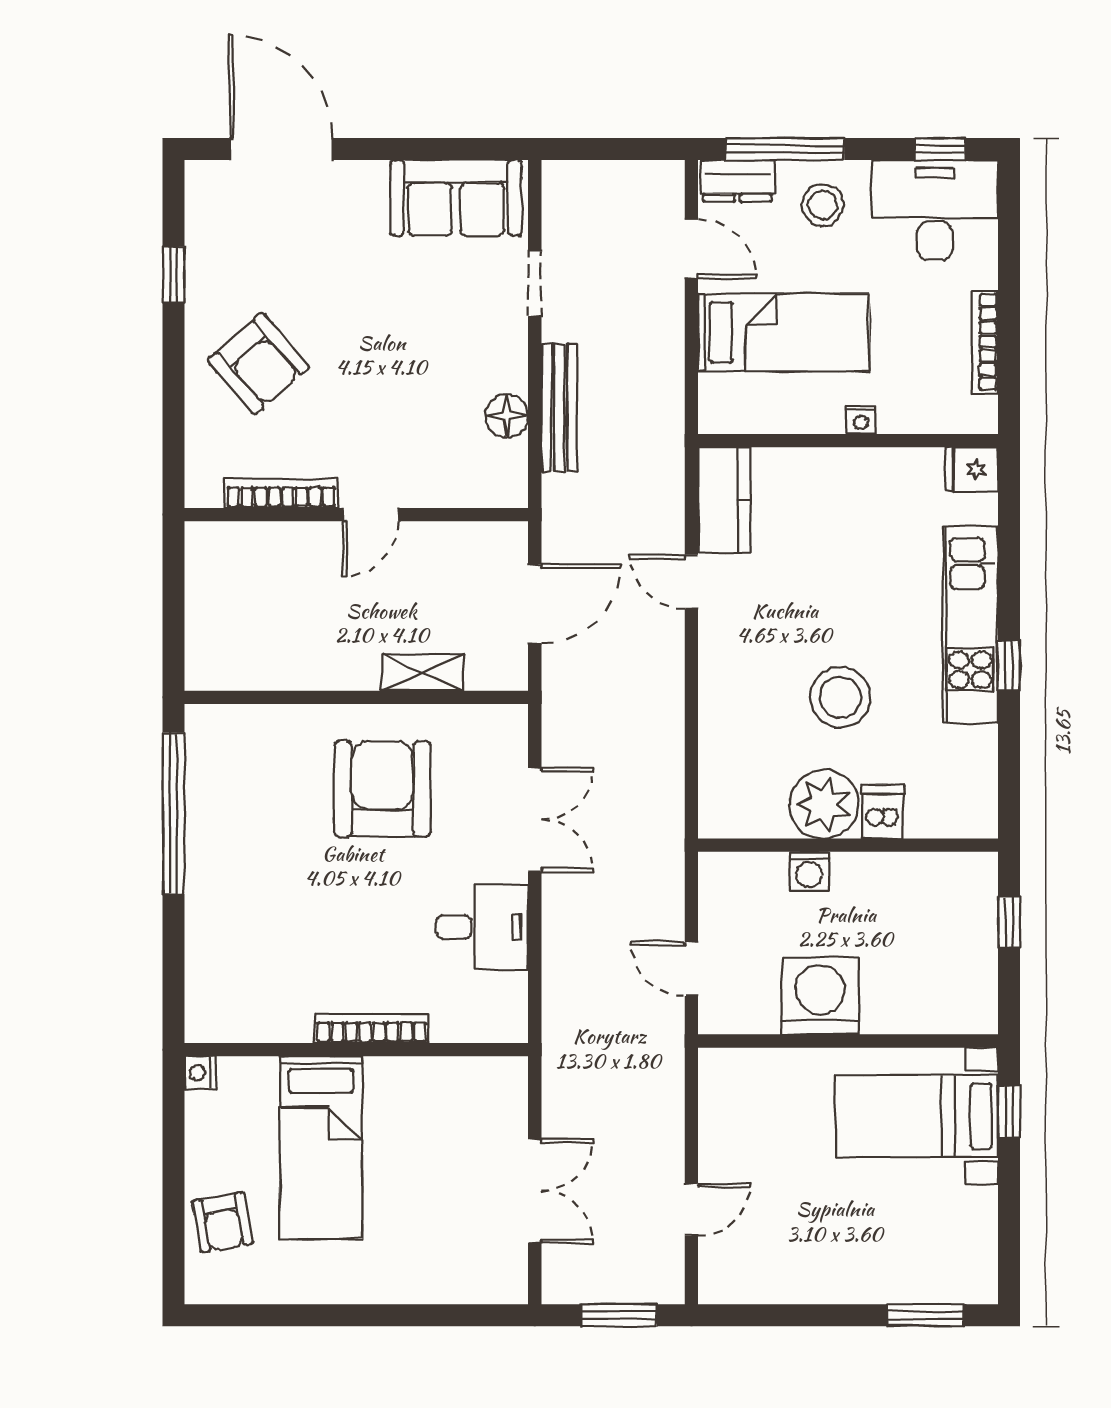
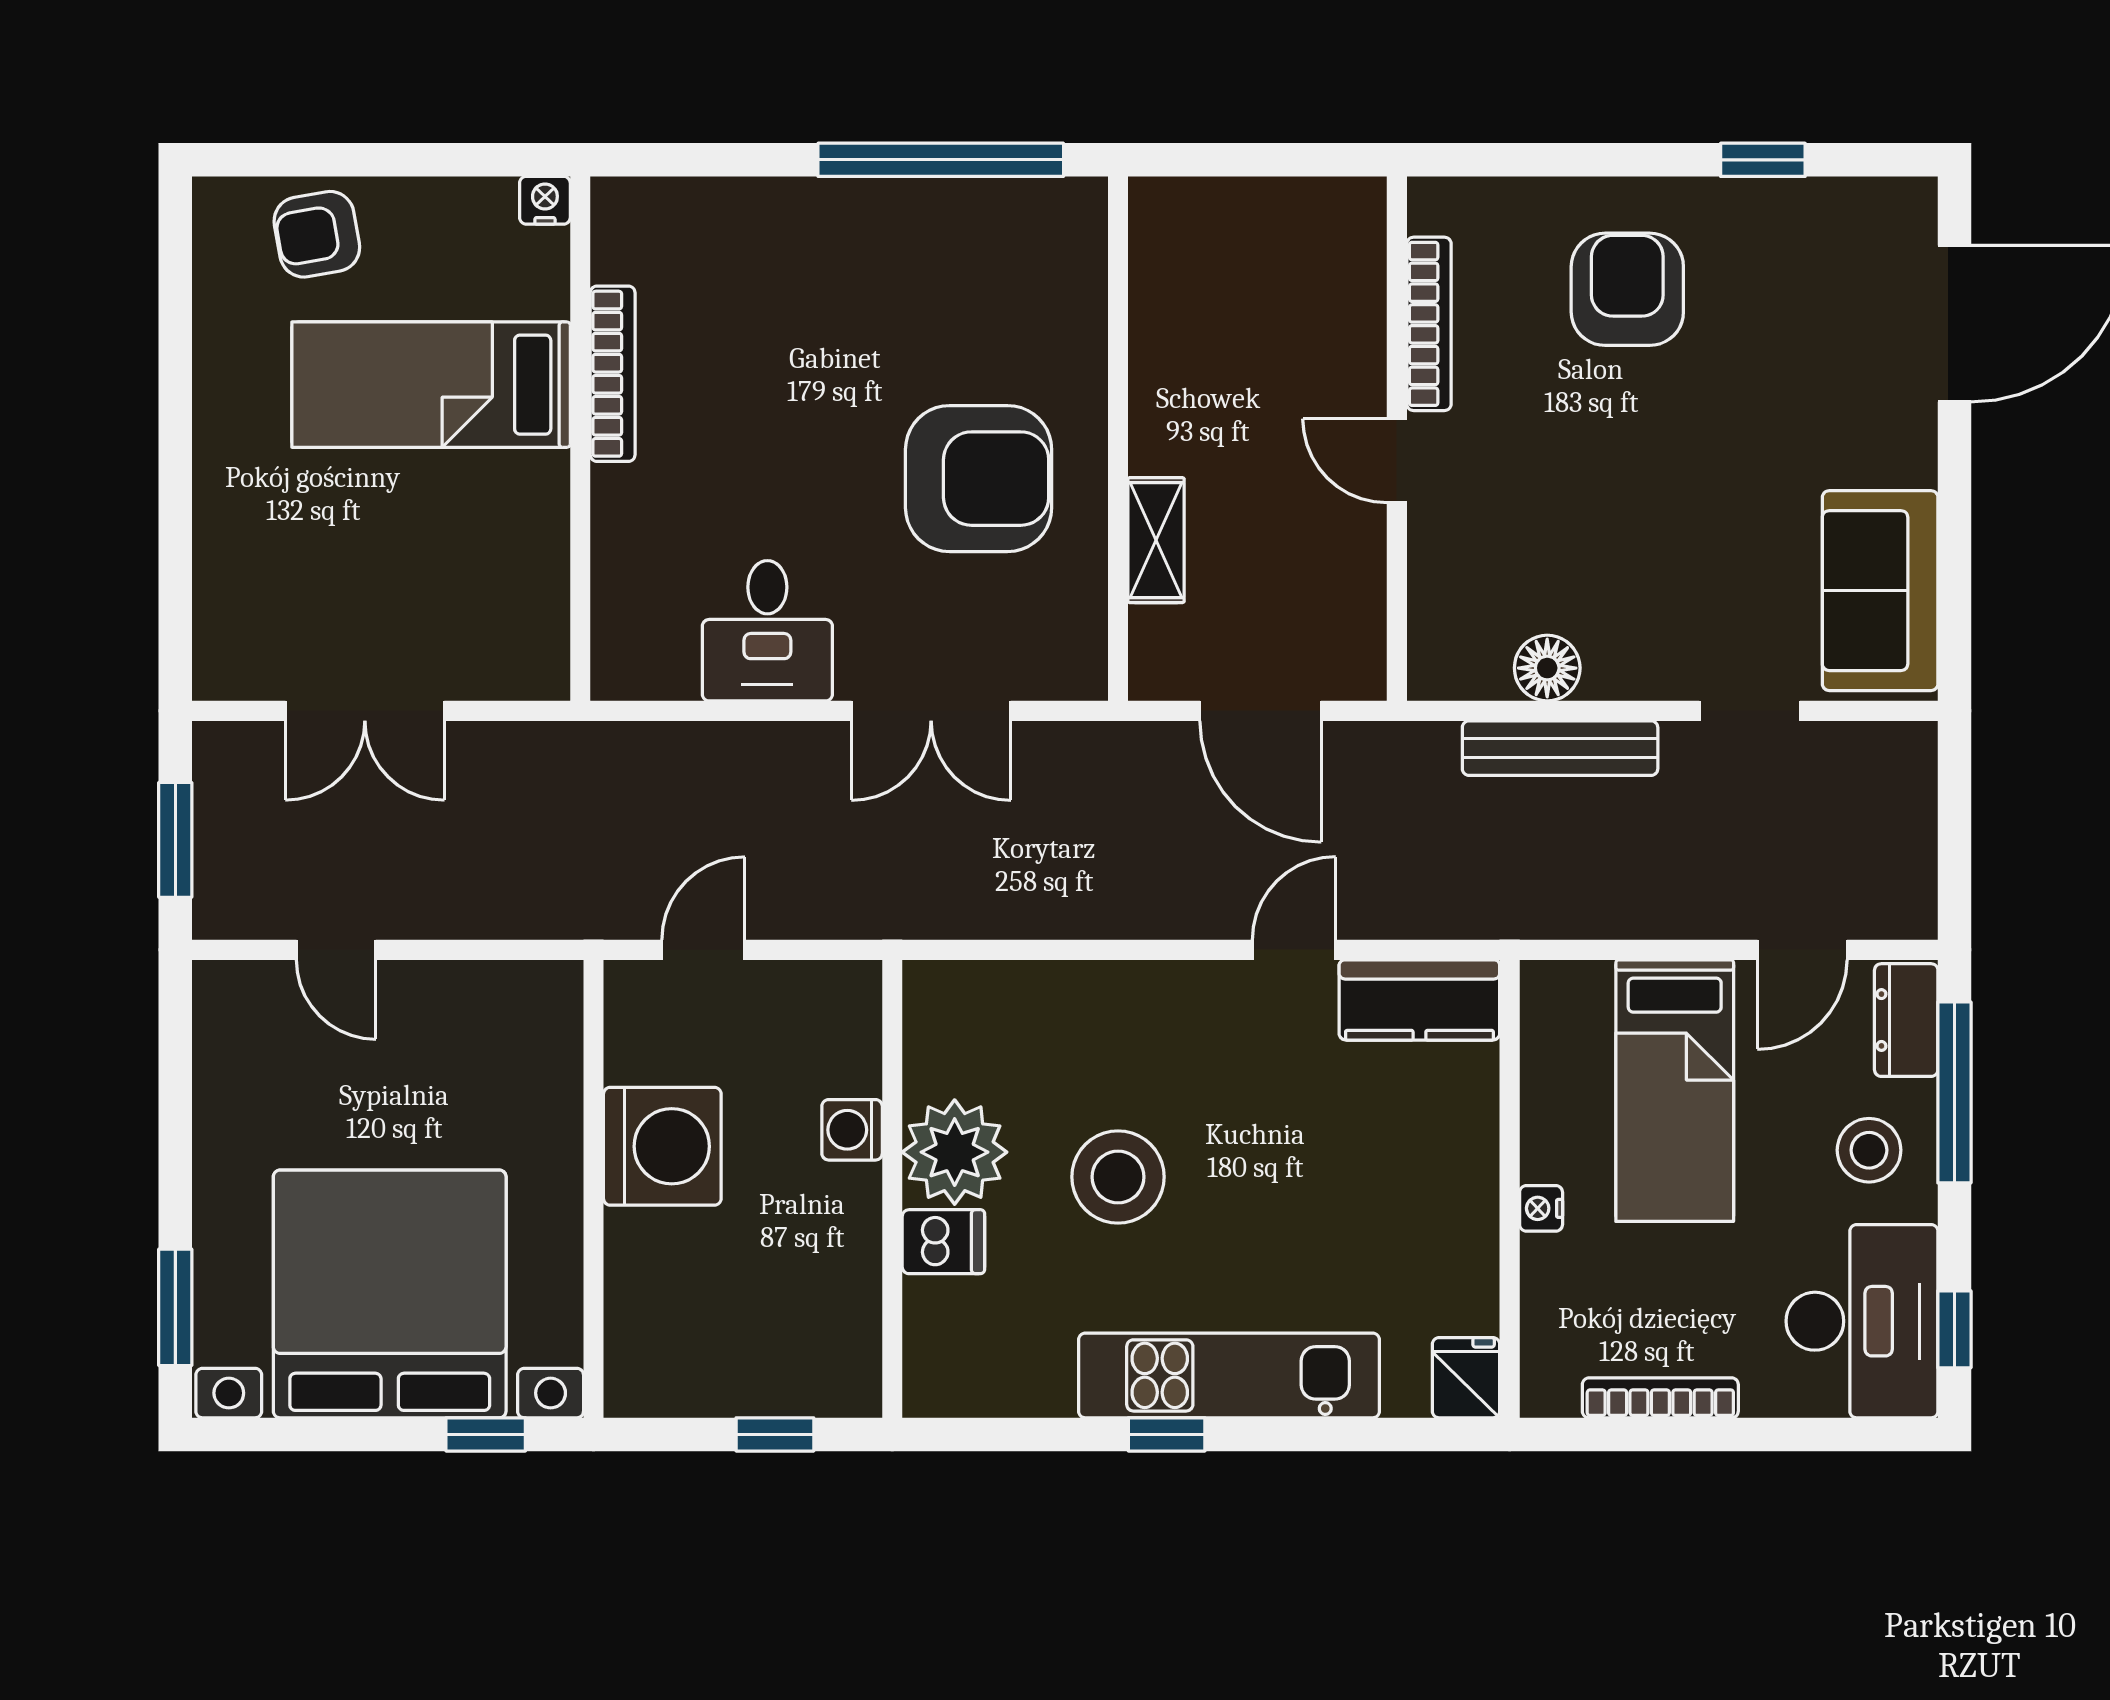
armchair: (258, 363) -> (1627, 289), turned 131
bookcase: (372, 1028) -> (613, 374), moved
bed with nightstands: (917, 1116) -> (390, 1294), width x1.85

